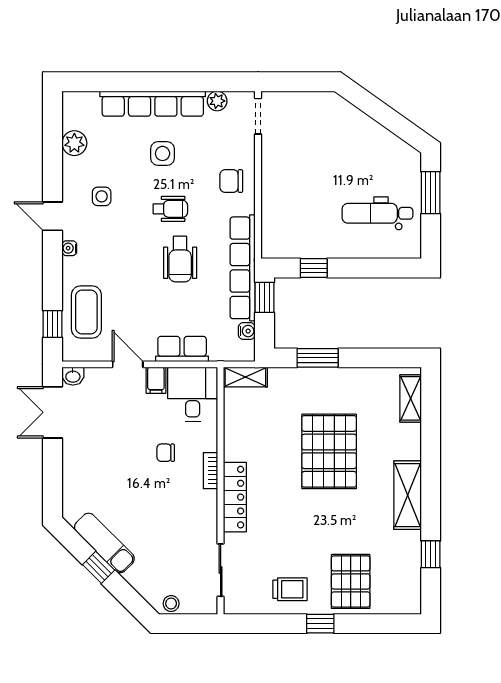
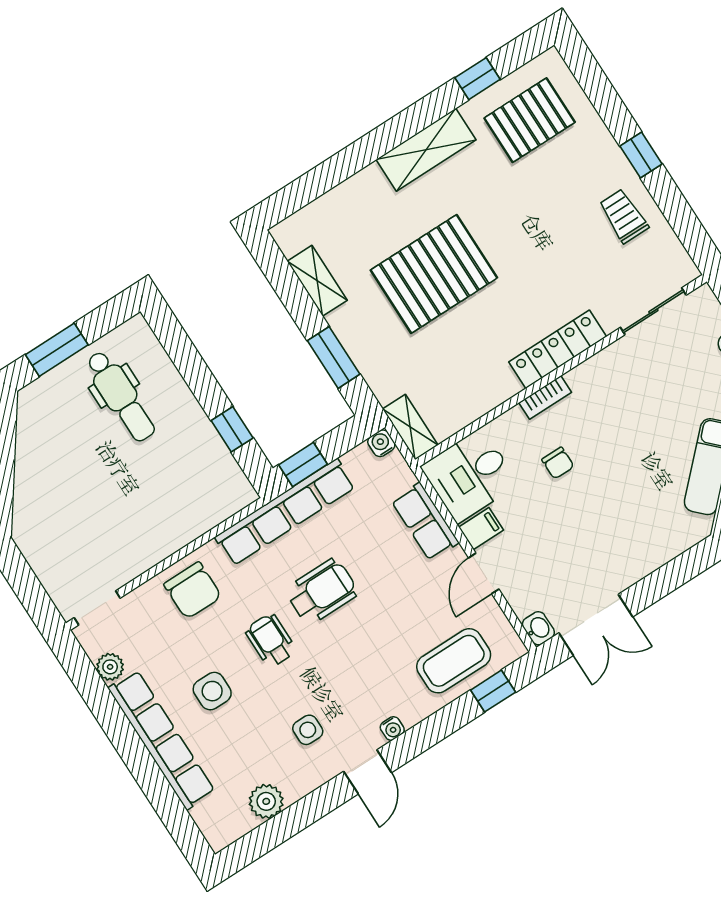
chair: (231, 181) -> (193, 590), width x1.37, depth x1.37
water cooler: (247, 331) -> (381, 443), moved
shelving: (411, 398) -> (317, 281), moved, turned 90
pallet: (351, 581) -> (530, 120), moved

